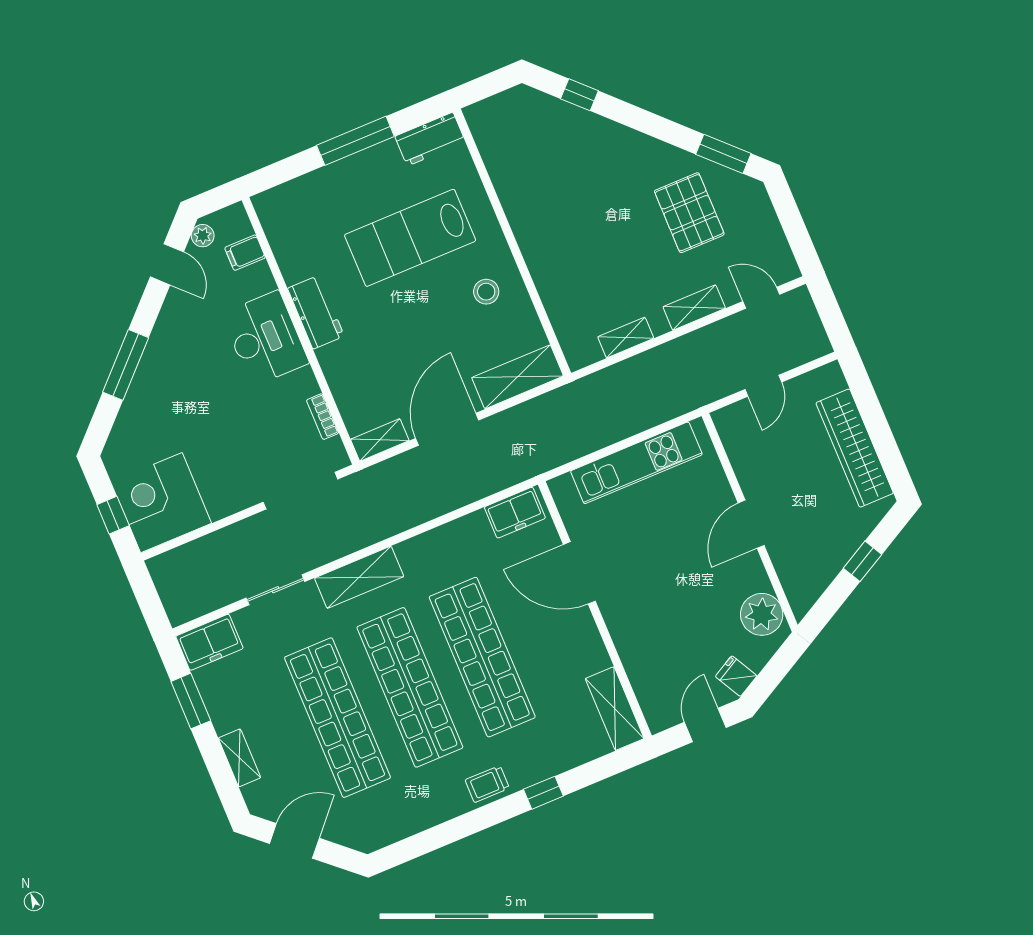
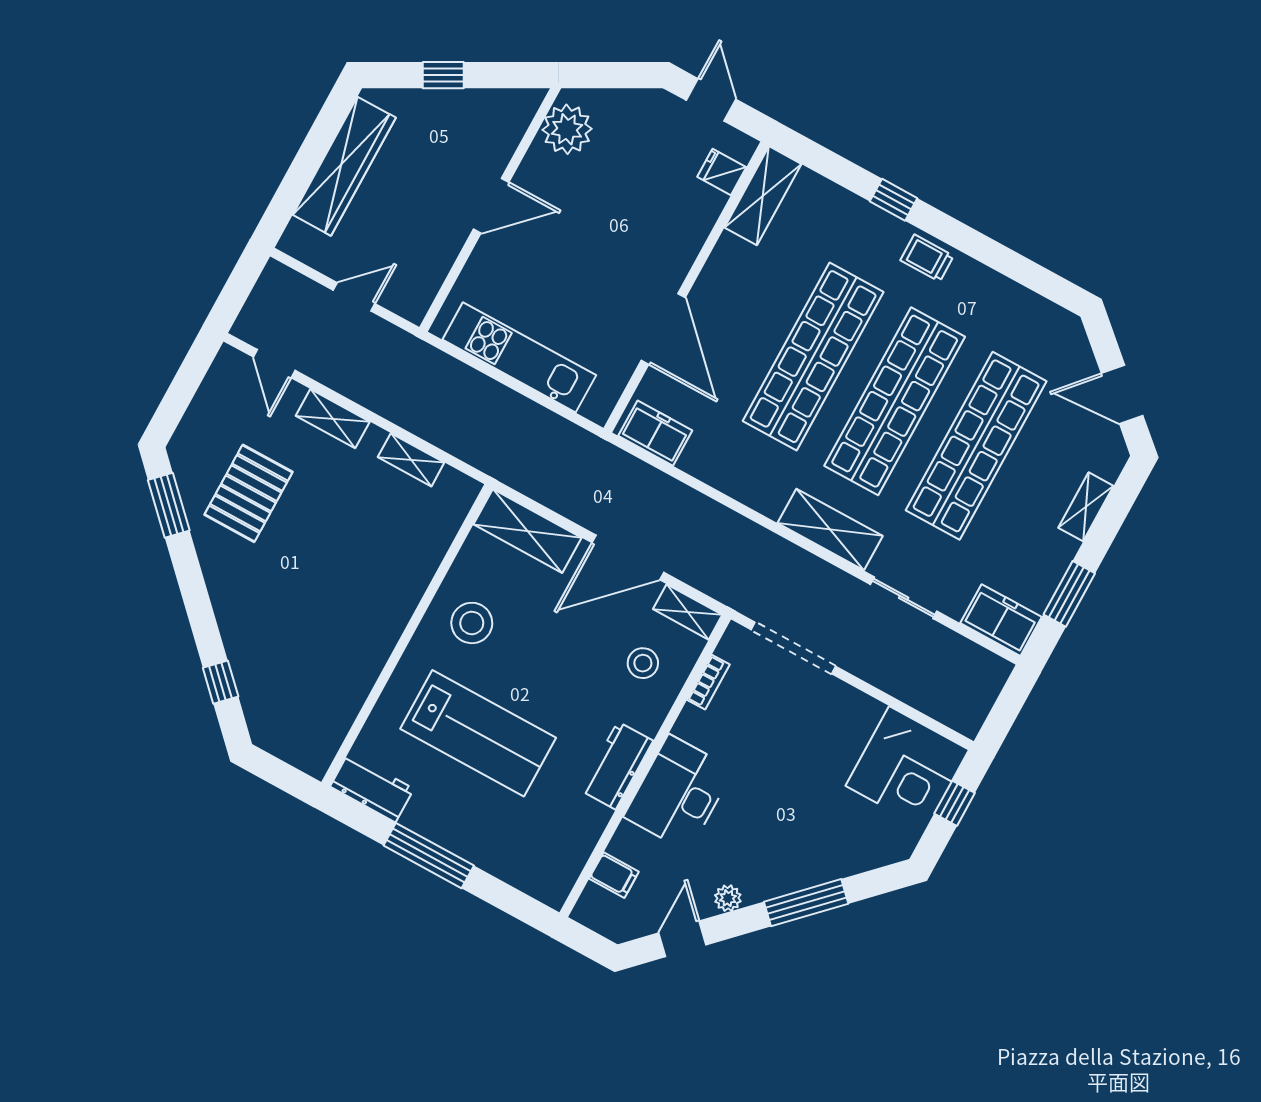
plant: (203, 236) -> (728, 898), moved
stool: (486, 292) -> (472, 623), width x1.38, depth x1.38
stool: (370, 383) -> (643, 663), added
fridge: (736, 676) -> (722, 172), moved, turned 119
door: (705, 725) -> (711, 100), swing flipped
trolley: (487, 784) -> (927, 258), turned 180

